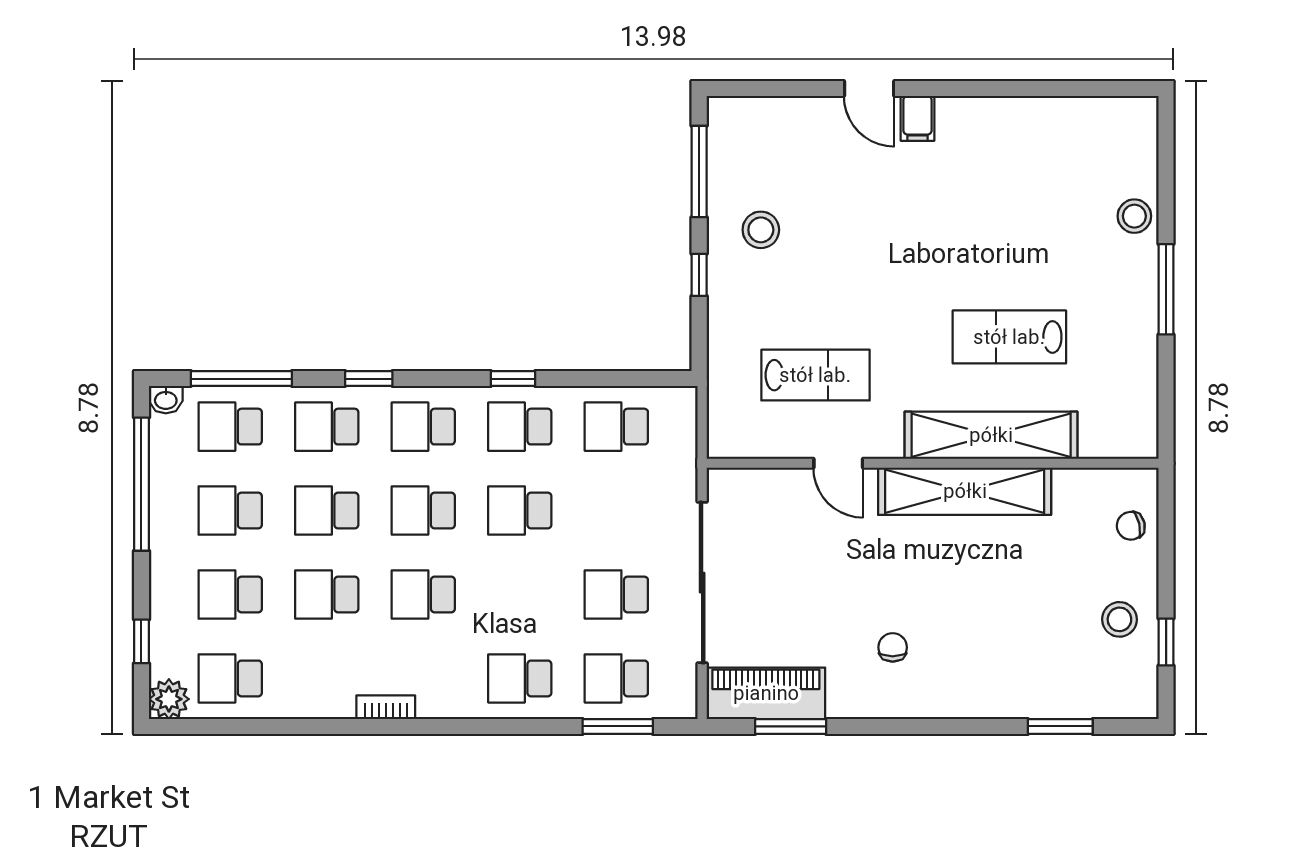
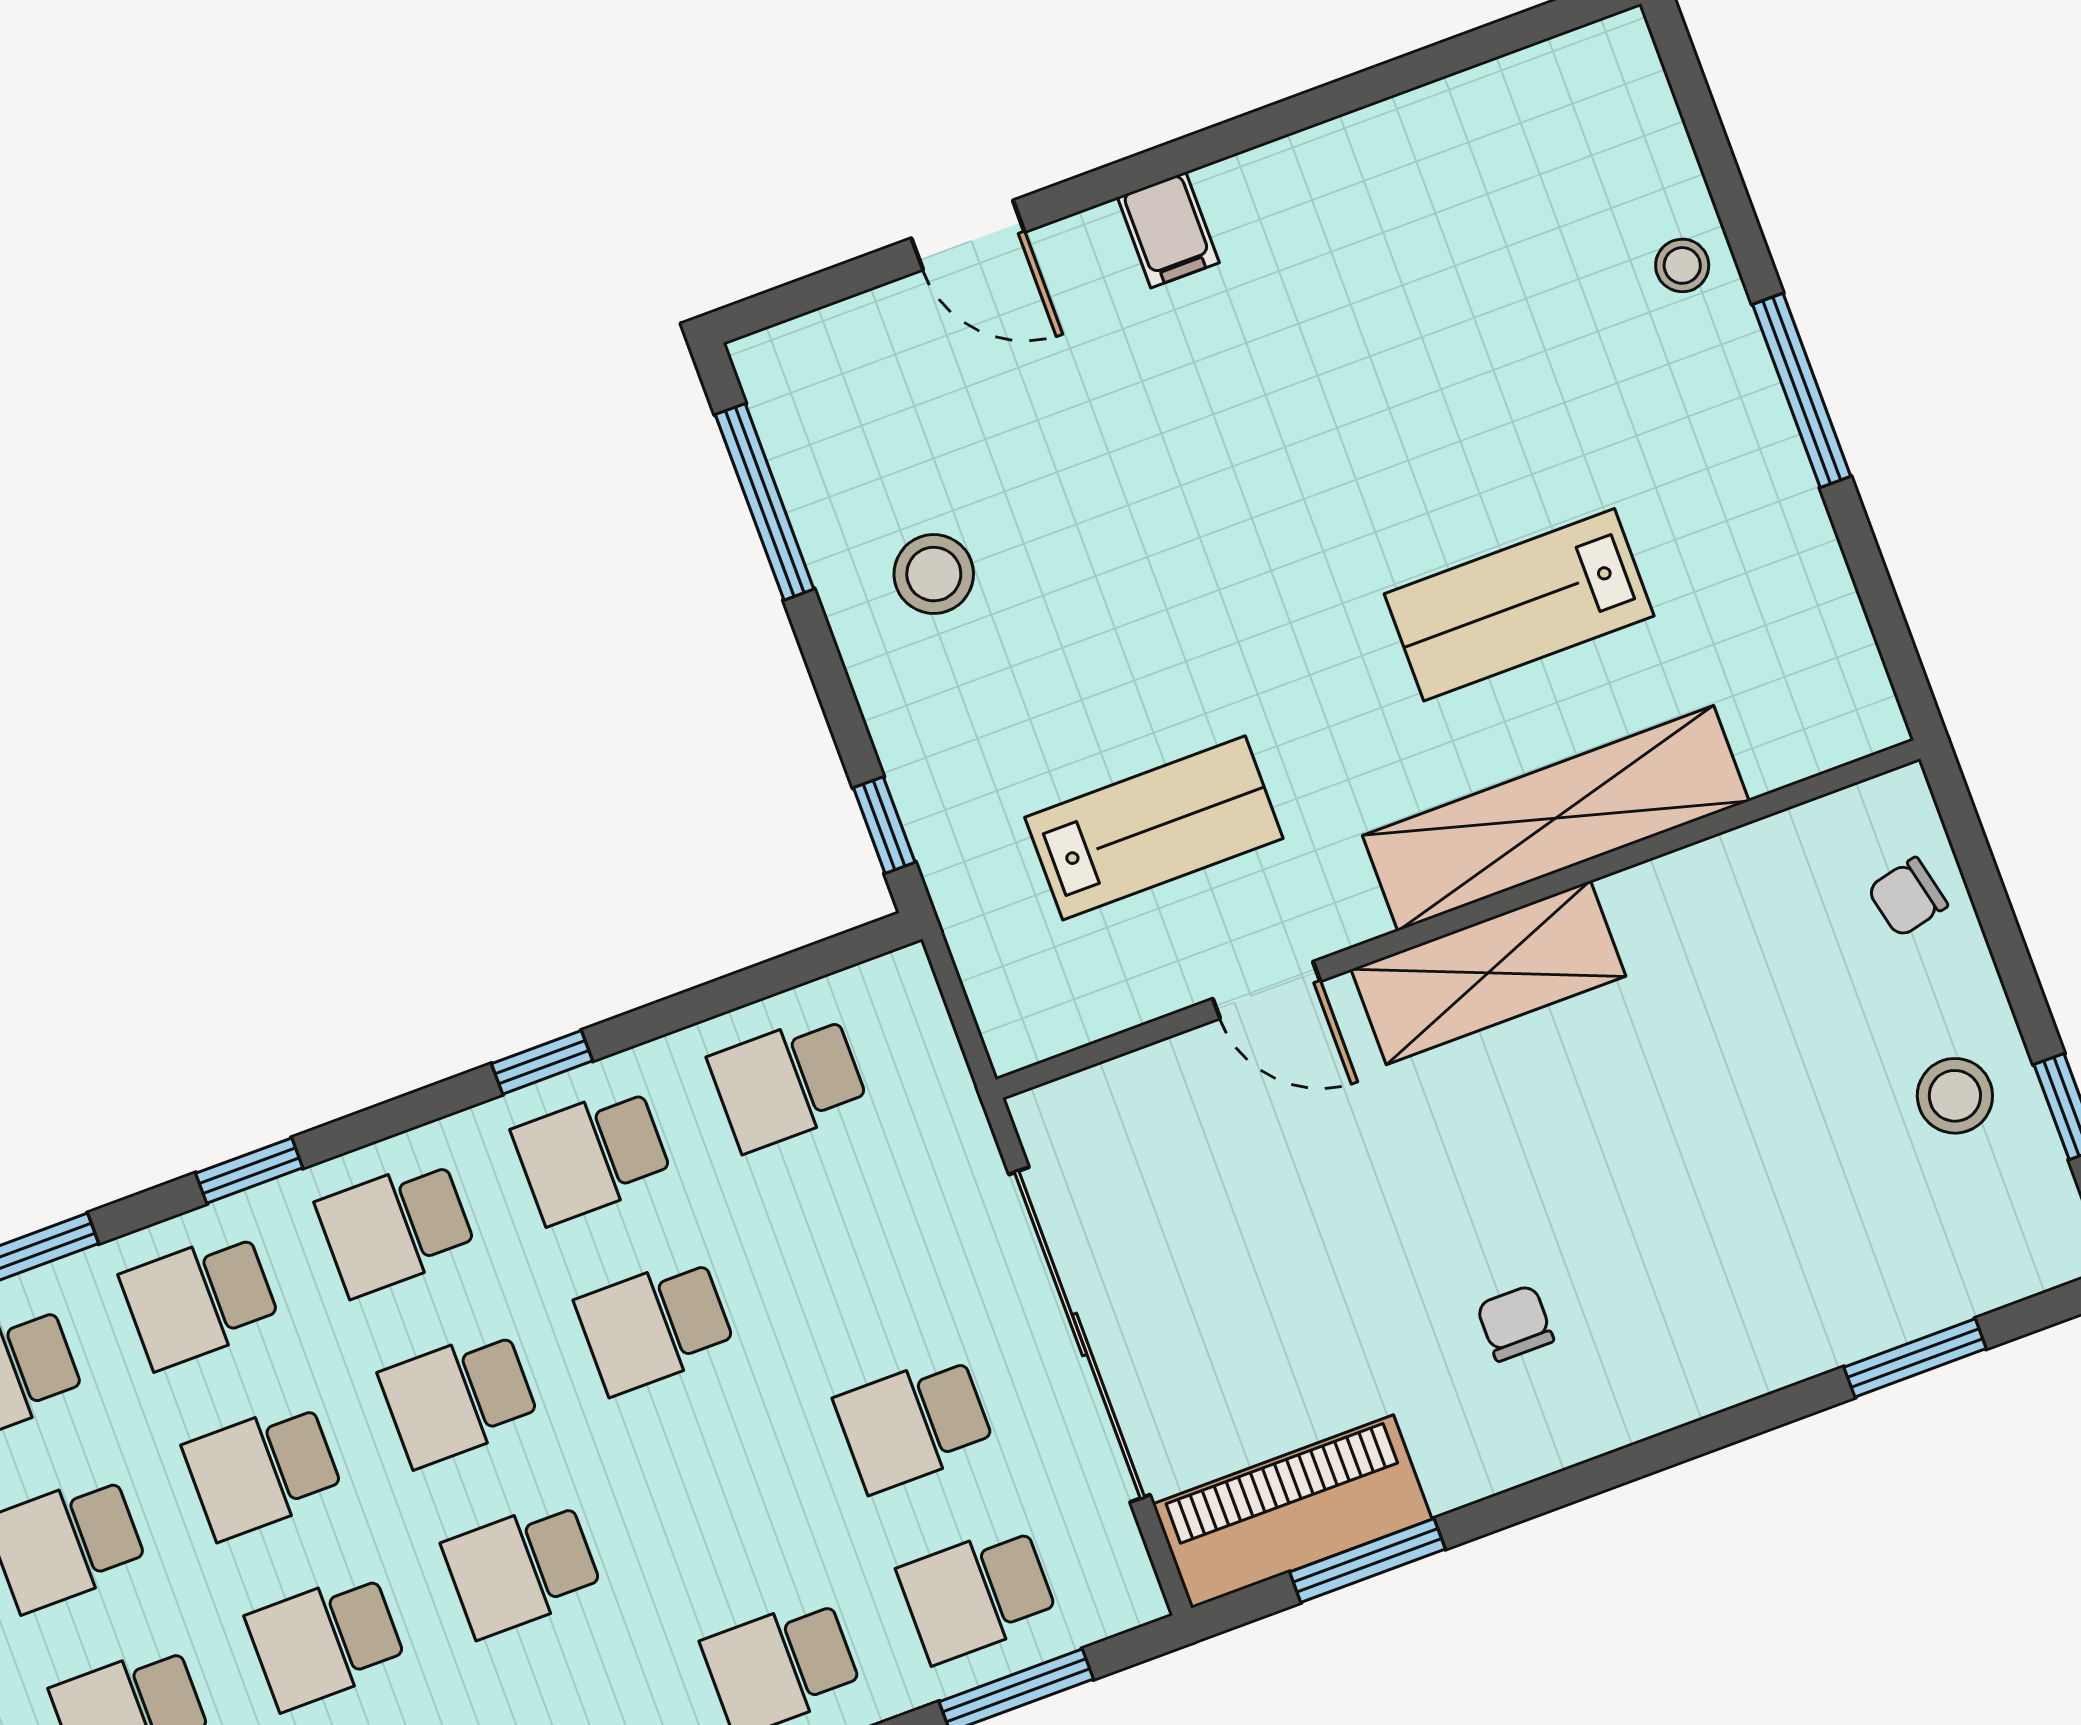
door: (869, 89) -> (968, 235), moved
stool: (1134, 216) -> (1682, 265), width x0.73, depth x0.73
window: (699, 275) -> (884, 825), moved
shelving: (965, 491) -> (1488, 973), width x0.68

